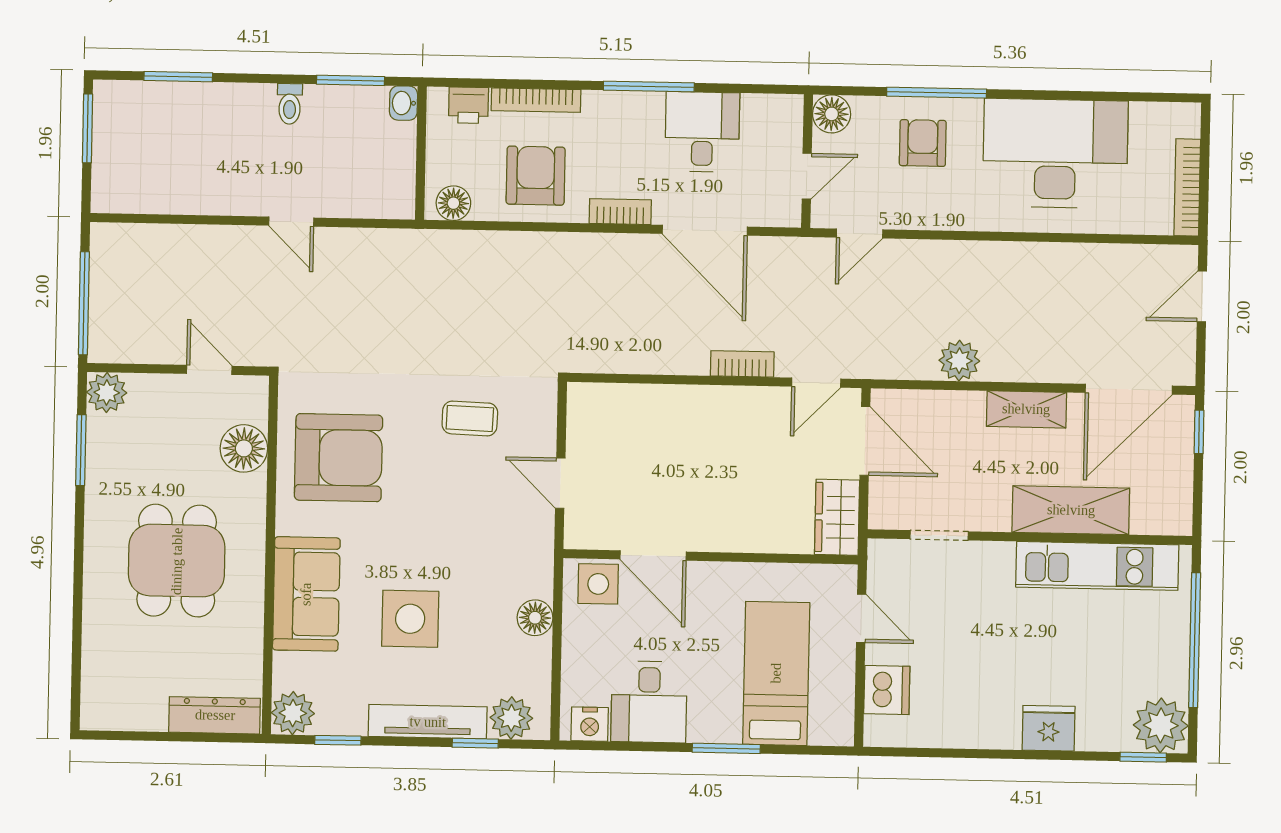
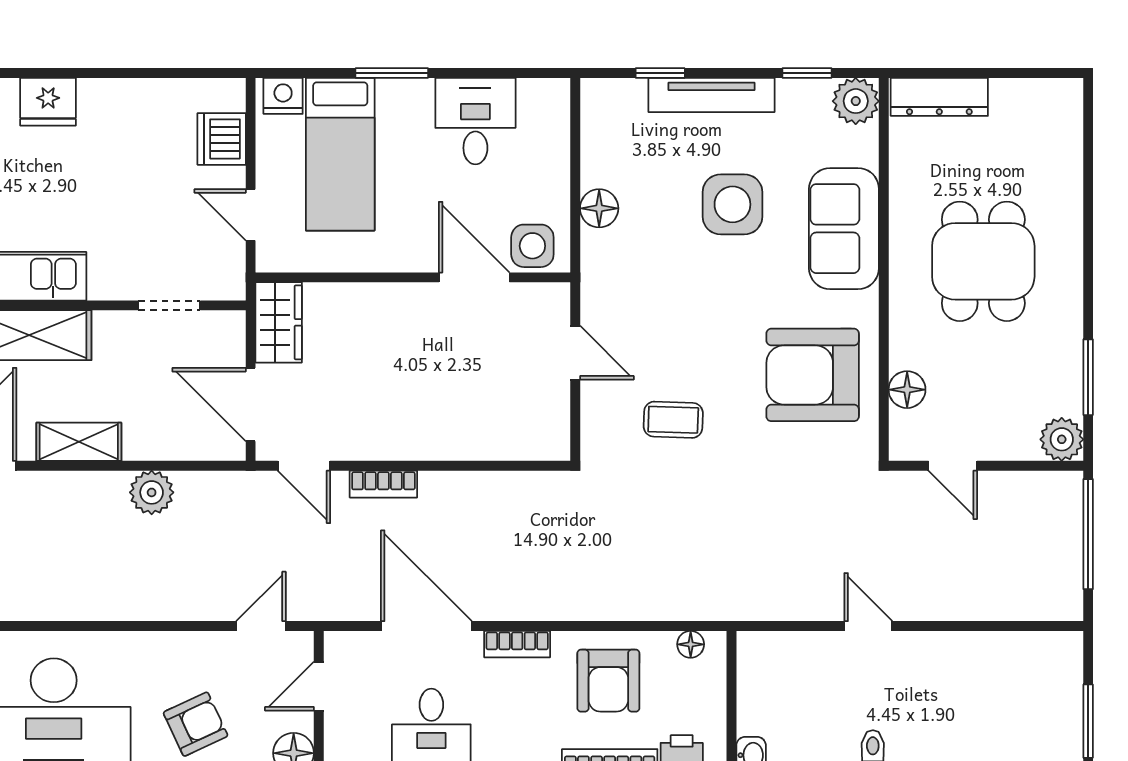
armchair: (923, 143) -> (196, 724), turned -115
floor lamp: (453, 203) -> (691, 644), width x0.73, depth x0.73
door: (816, 383) -> (304, 466), swing flipped
floor lamp: (244, 448) -> (907, 390), width x0.73, depth x0.73
plant: (511, 718) -> (622, 101), removed
nightstand: (590, 724) -> (283, 96), moved

